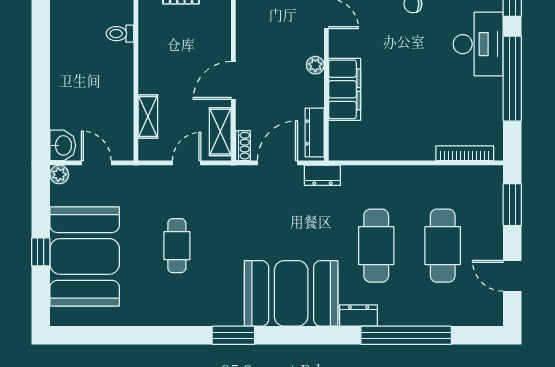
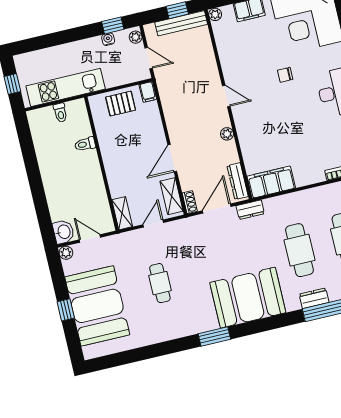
filing cabinet: (345, 89) -> (271, 182), moved, turned -90
shelving: (148, 116) -> (122, 213), moved
dresser: (359, 316) -> (314, 298), moved

